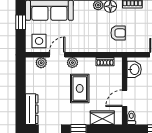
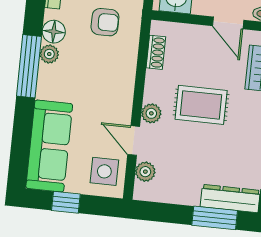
armchair: (118, 33) -> (105, 22), turned 90
window: (21, 102) -> (215, 218), added

